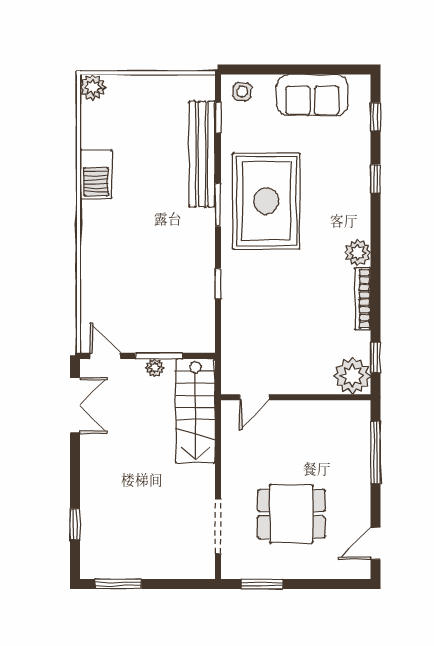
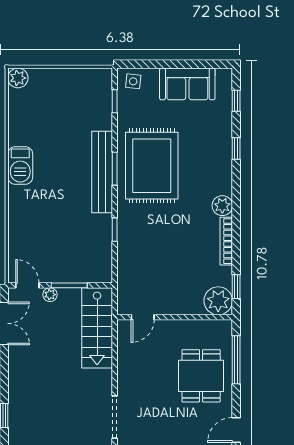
bench: (202, 154) -> (102, 172), moved
barbecue: (96, 174) -> (20, 166), moved
plant: (155, 368) -> (50, 295), moved
dining table: (291, 514) -> (201, 376), moved, turned 90

